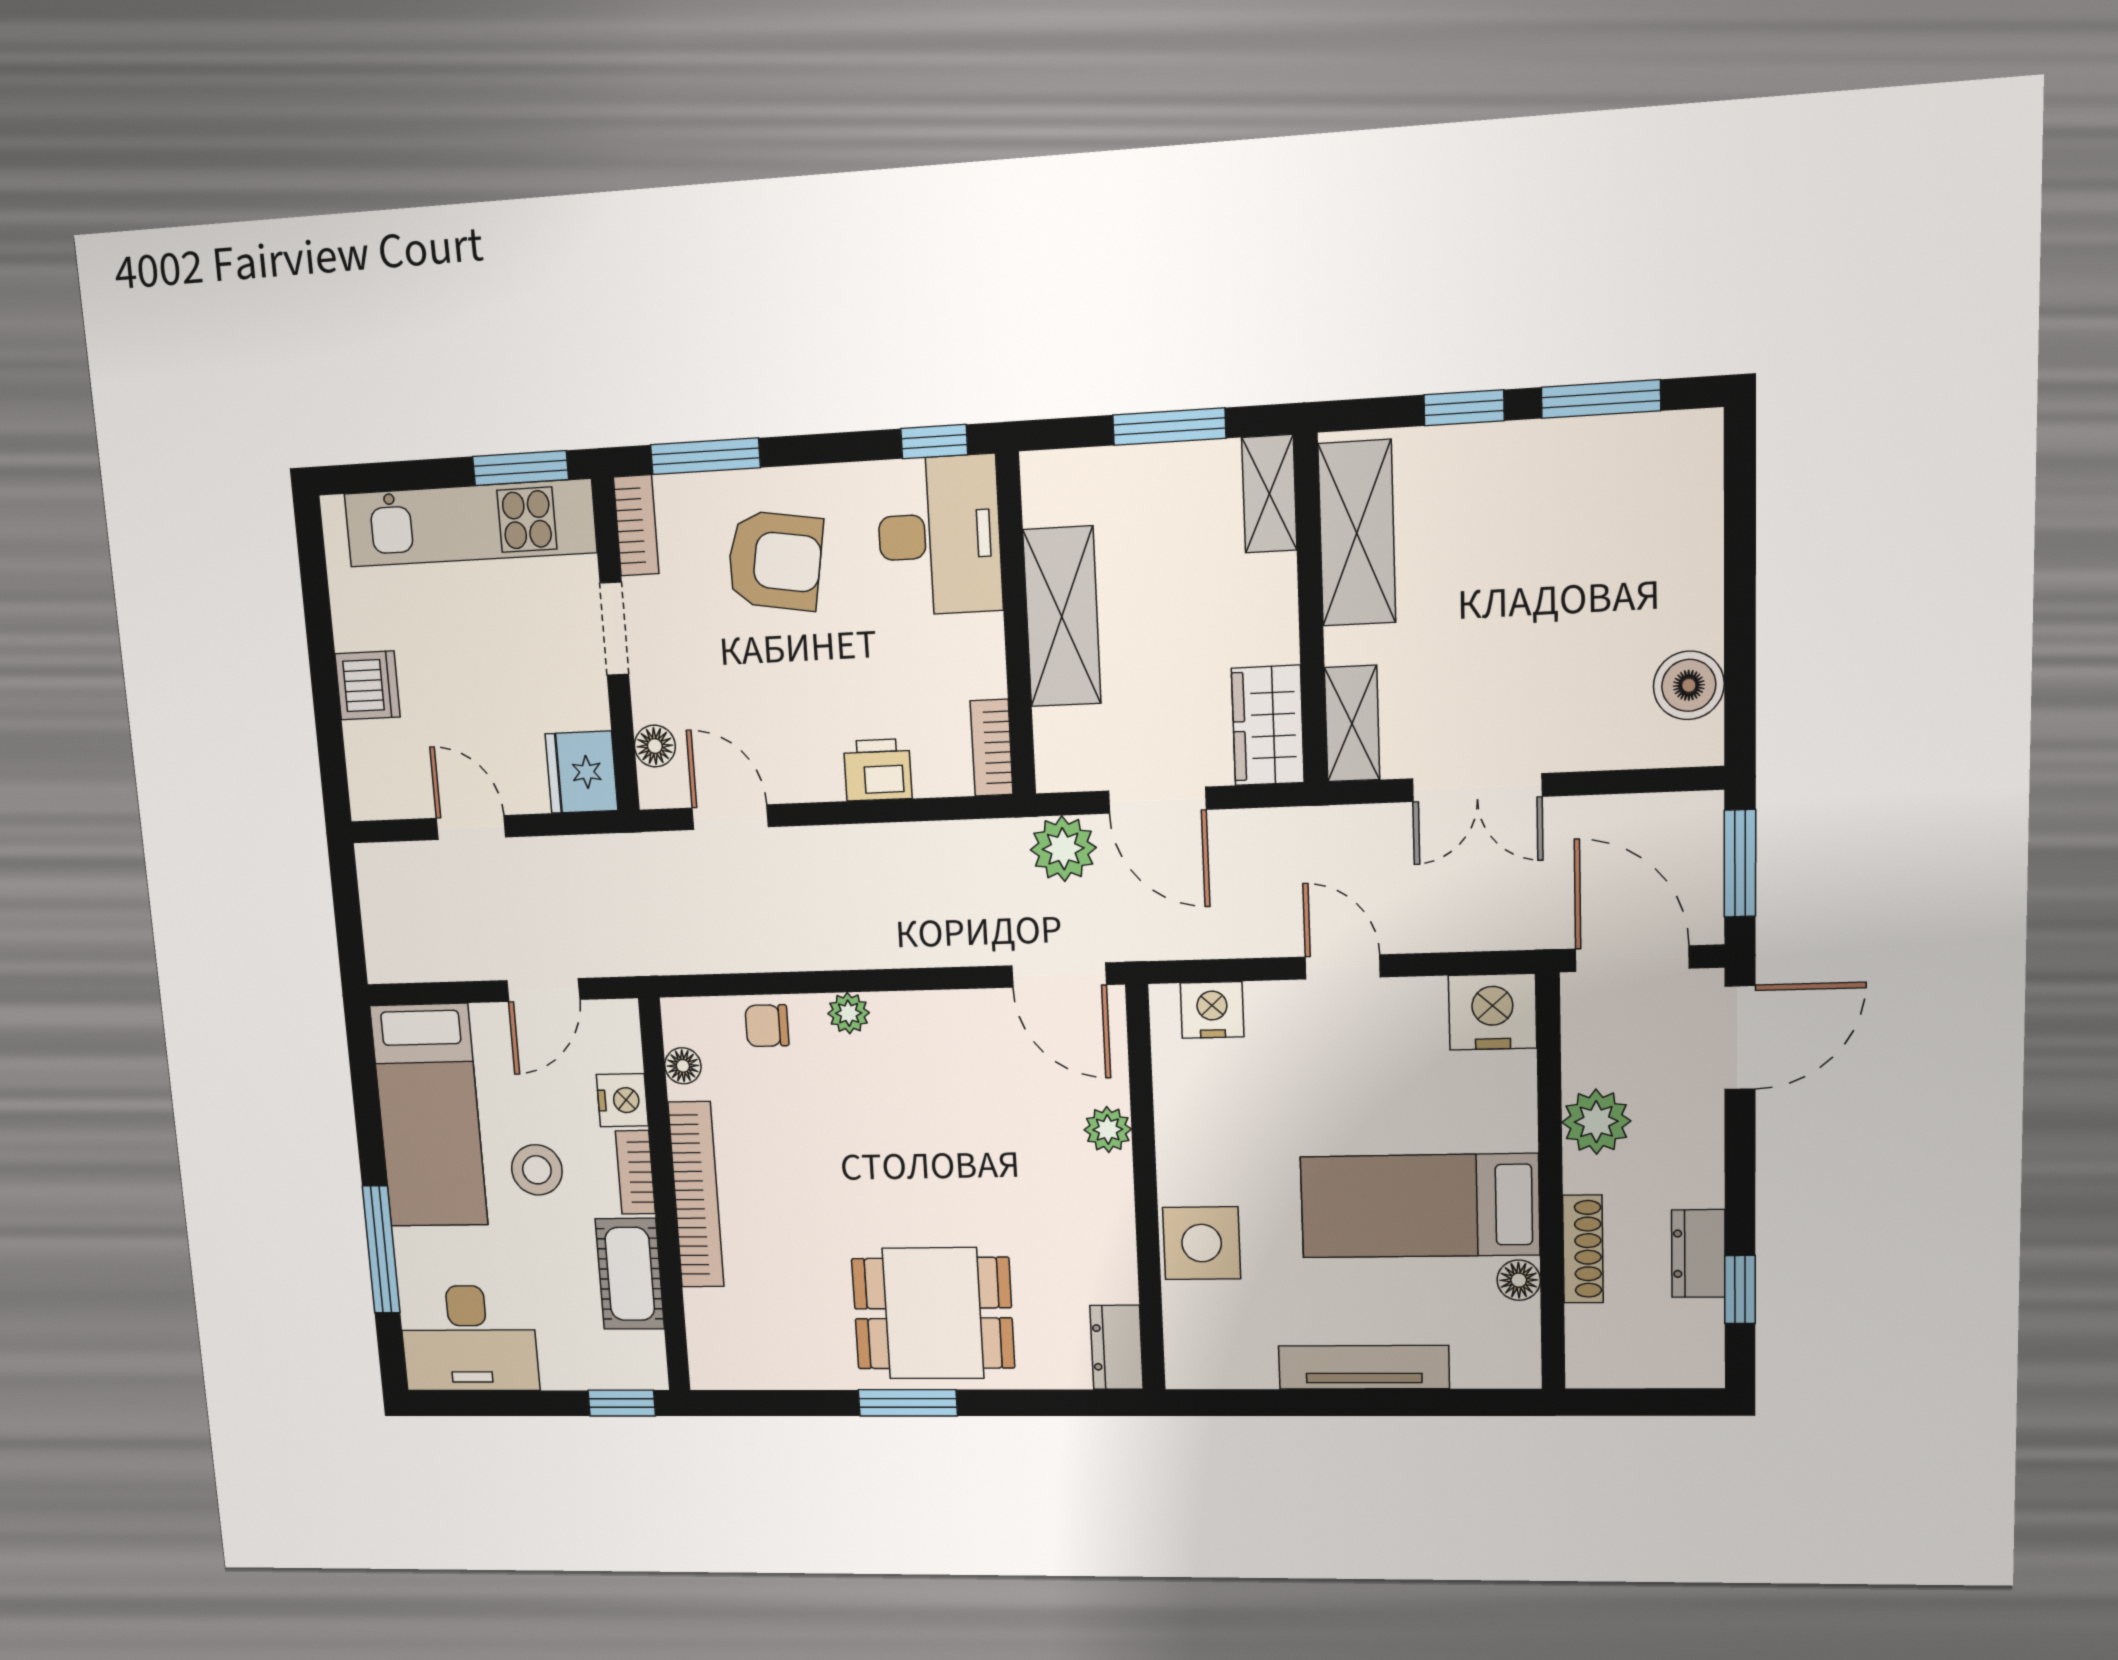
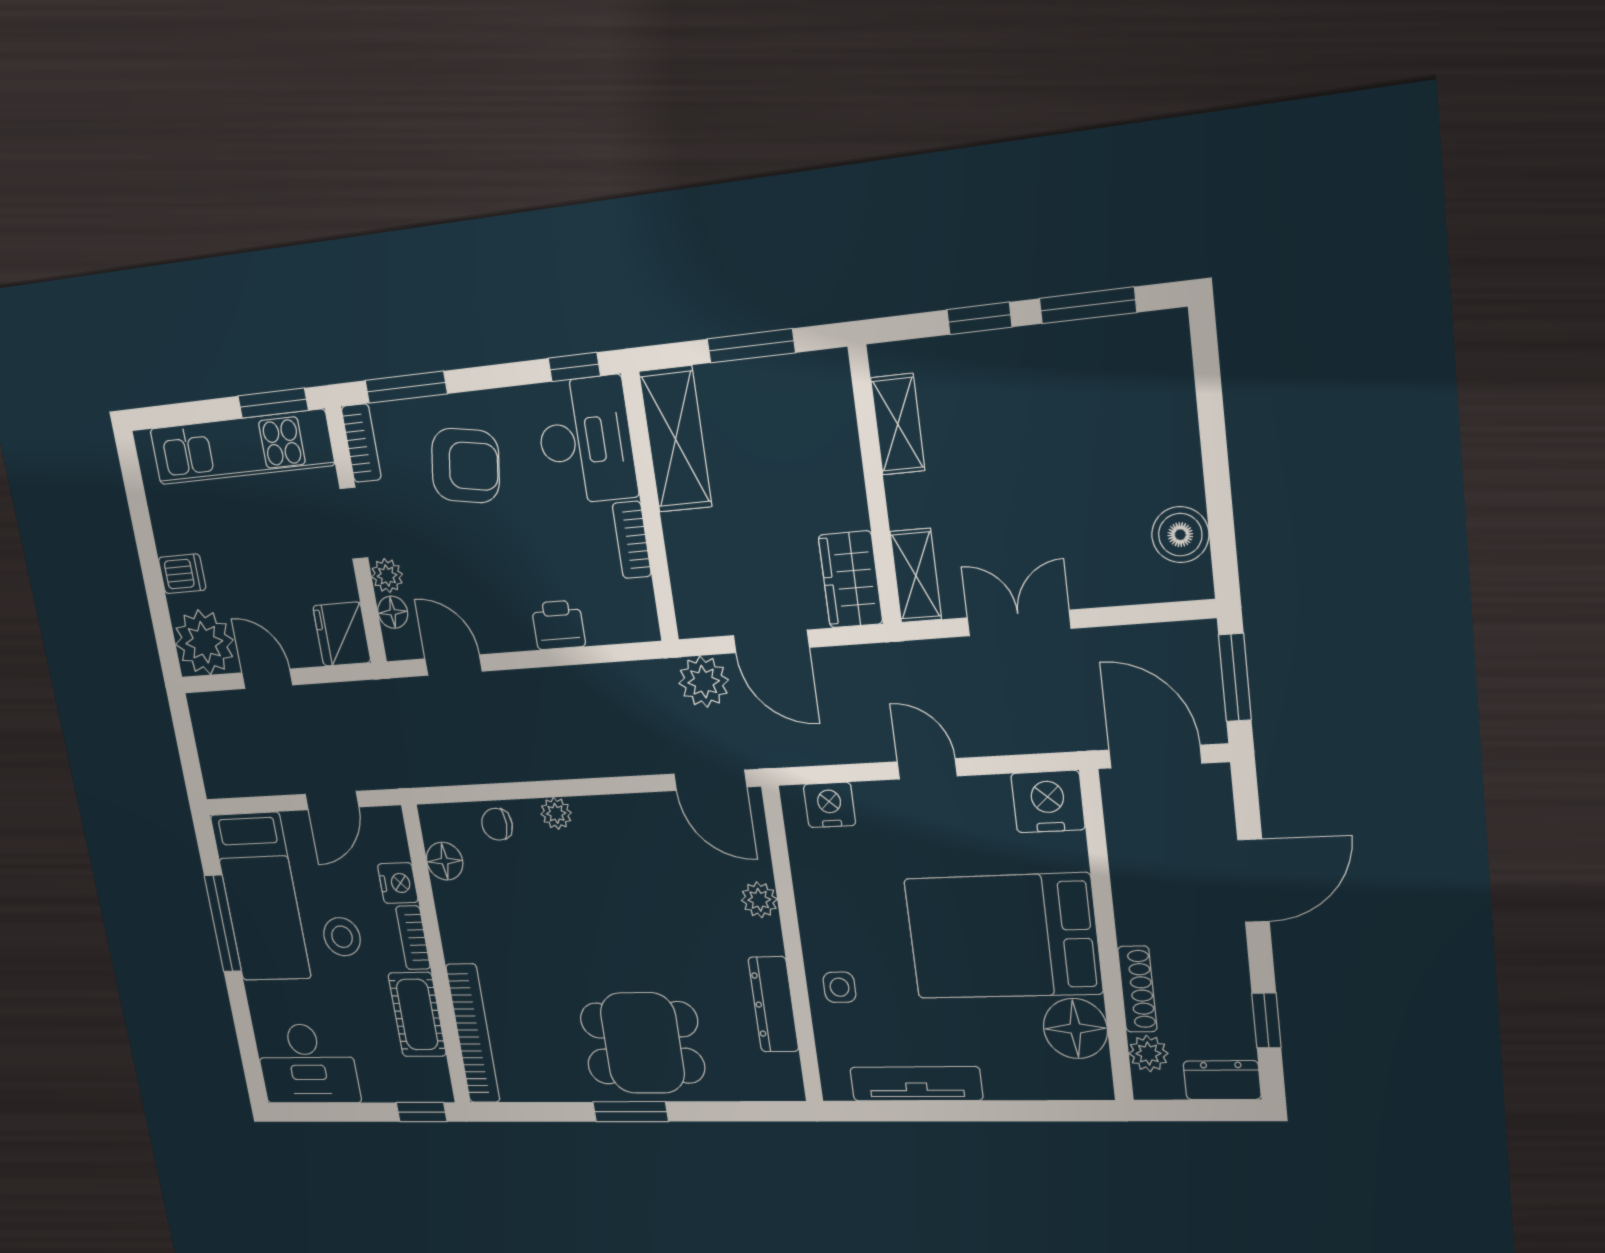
shelving: (1269, 494) -> (834, 395), removed
shelving: (1357, 533) -> (898, 424), width x0.67, depth x0.75
shelving: (1062, 617) -> (675, 439), moved
dishwasher: (368, 685) -> (182, 574), width x0.73
plant: (652, 698) -> (387, 576), added
bookcase: (992, 748) -> (632, 540), moved
plant: (388, 777) -> (204, 642), added
double door: (1477, 788) -> (1019, 623), swing flipped
door: (1740, 1038) -> (1254, 881), moved
floor lamp: (683, 1066) -> (445, 861), width x1.37, depth x1.37
plant: (1596, 1122) -> (1148, 1054), moved, width x0.73, depth x0.73
bookcase: (696, 1195) -> (473, 1033), moved
bed: (1420, 1206) -> (1003, 936), width x1.50
side table: (1202, 1243) -> (839, 987), width x0.54, depth x0.54
window: (381, 1249) -> (223, 923), moved
dresser: (1698, 1254) -> (1222, 1080), moved, turned 90
floor lamp: (1519, 1280) -> (1075, 1029), width x1.89, depth x1.89
dresser: (1117, 1347) -> (773, 1004), moved, width x1.44
tv unit: (1364, 1367) -> (916, 1084), moved

